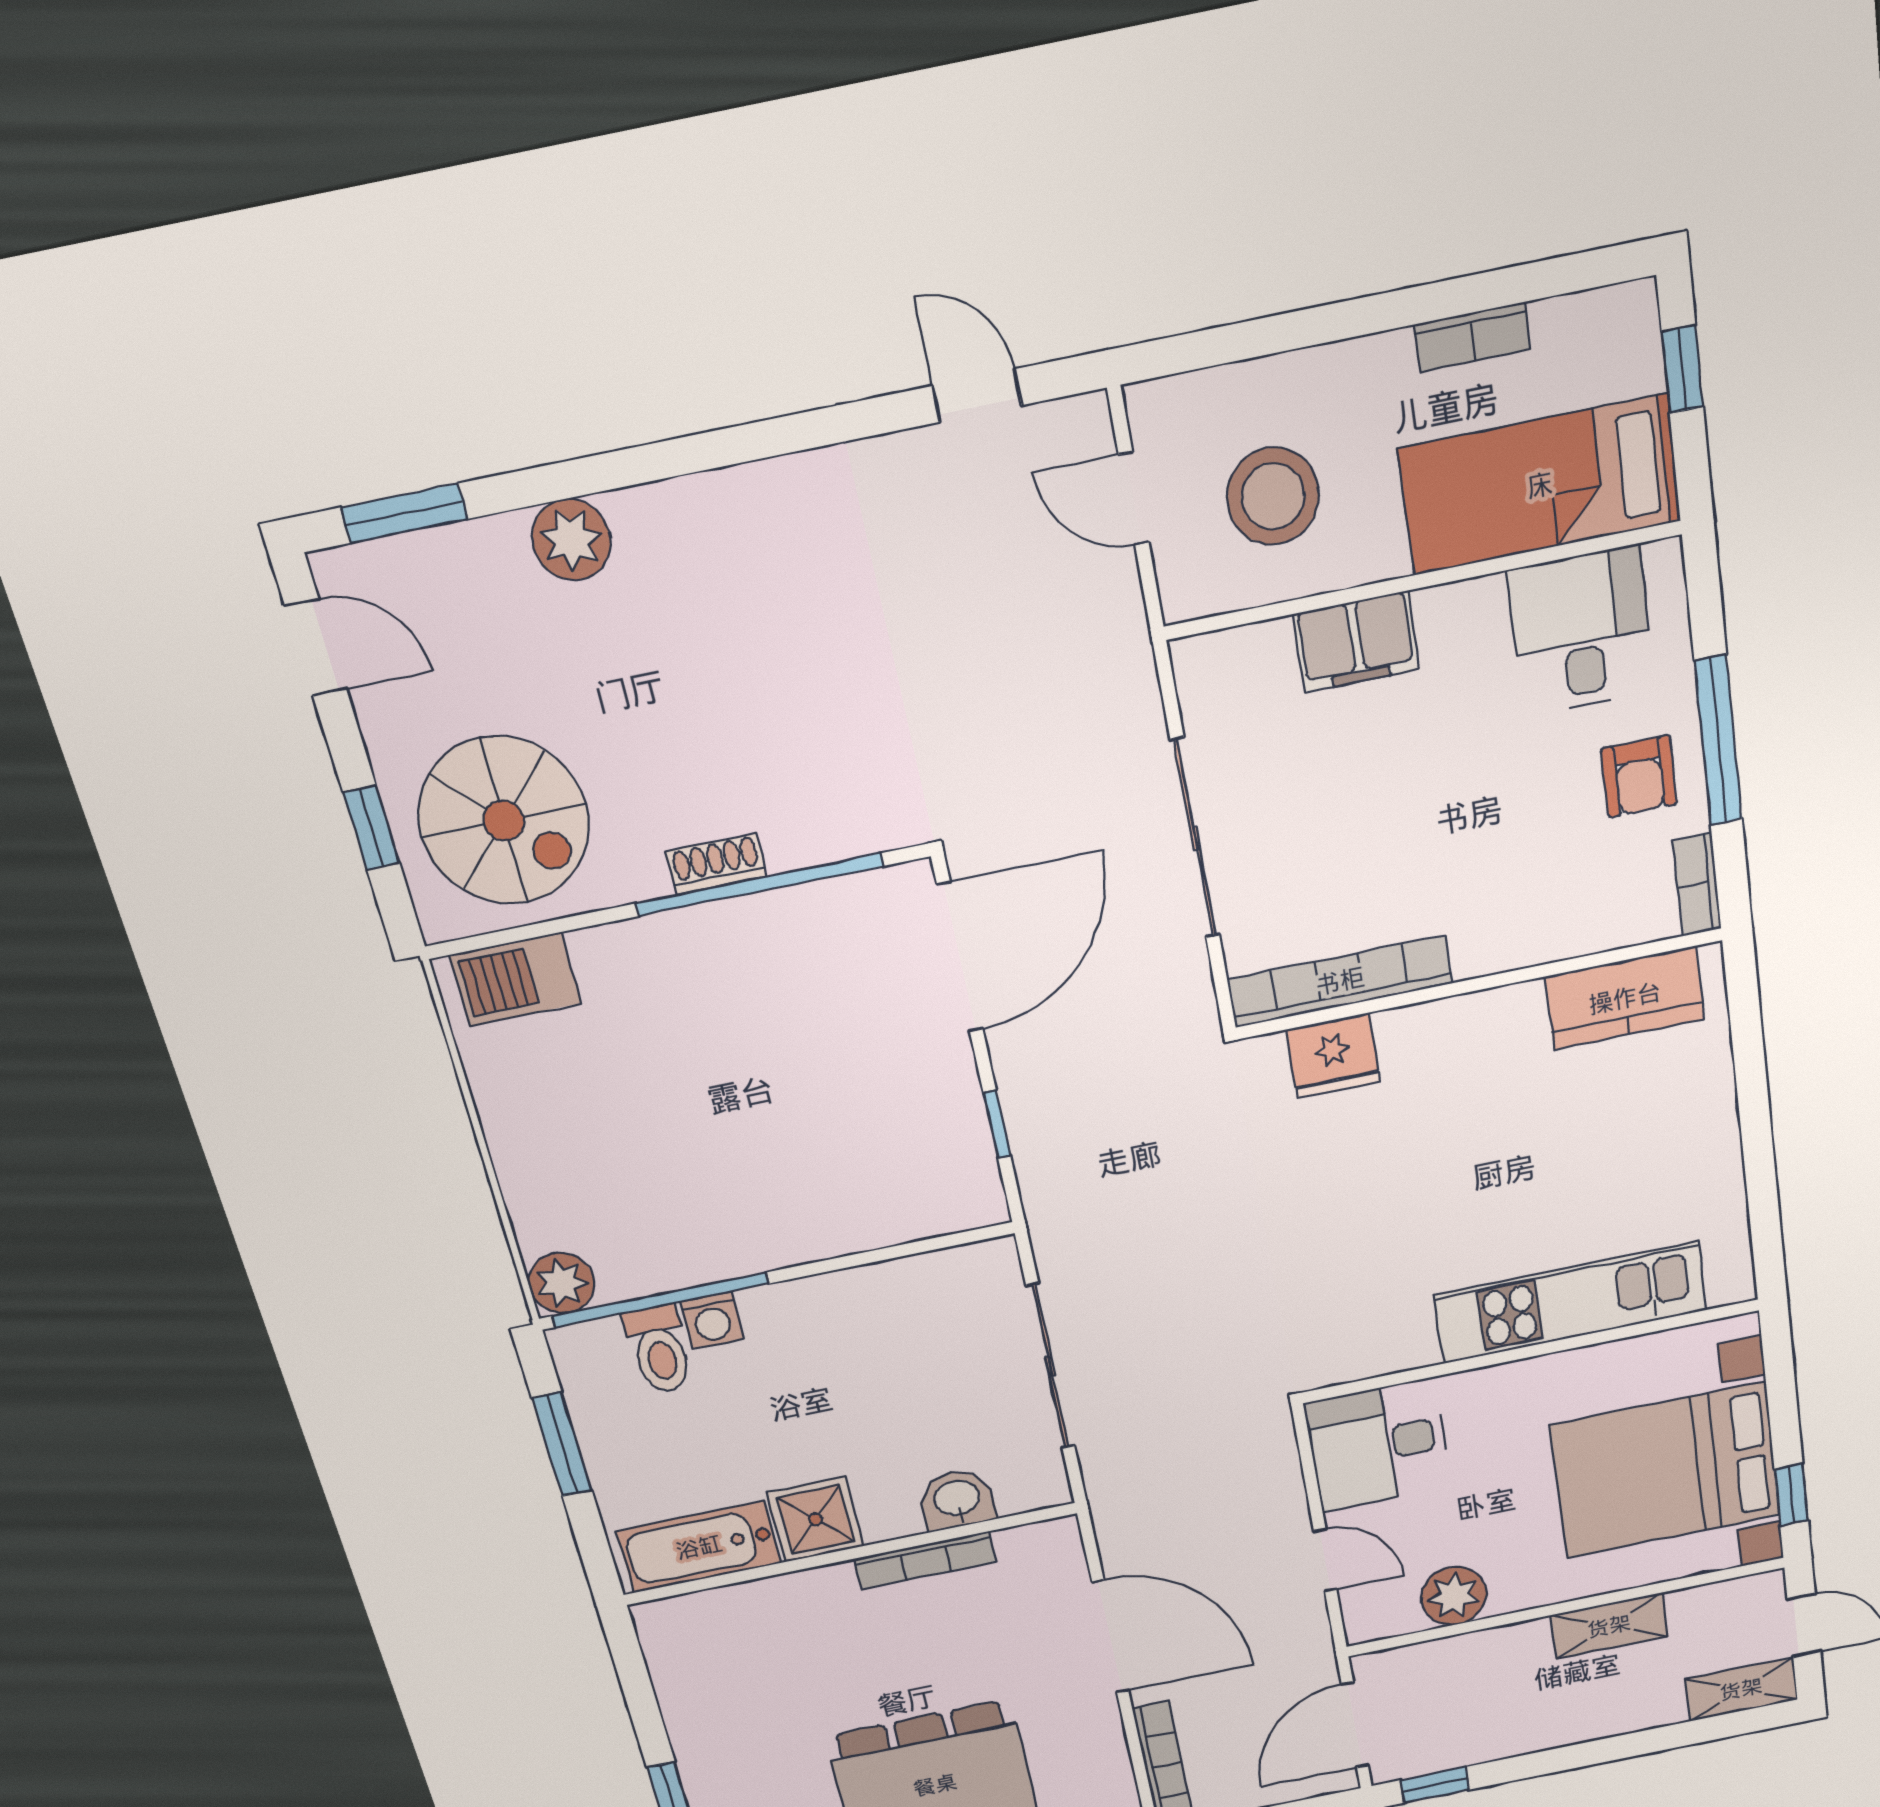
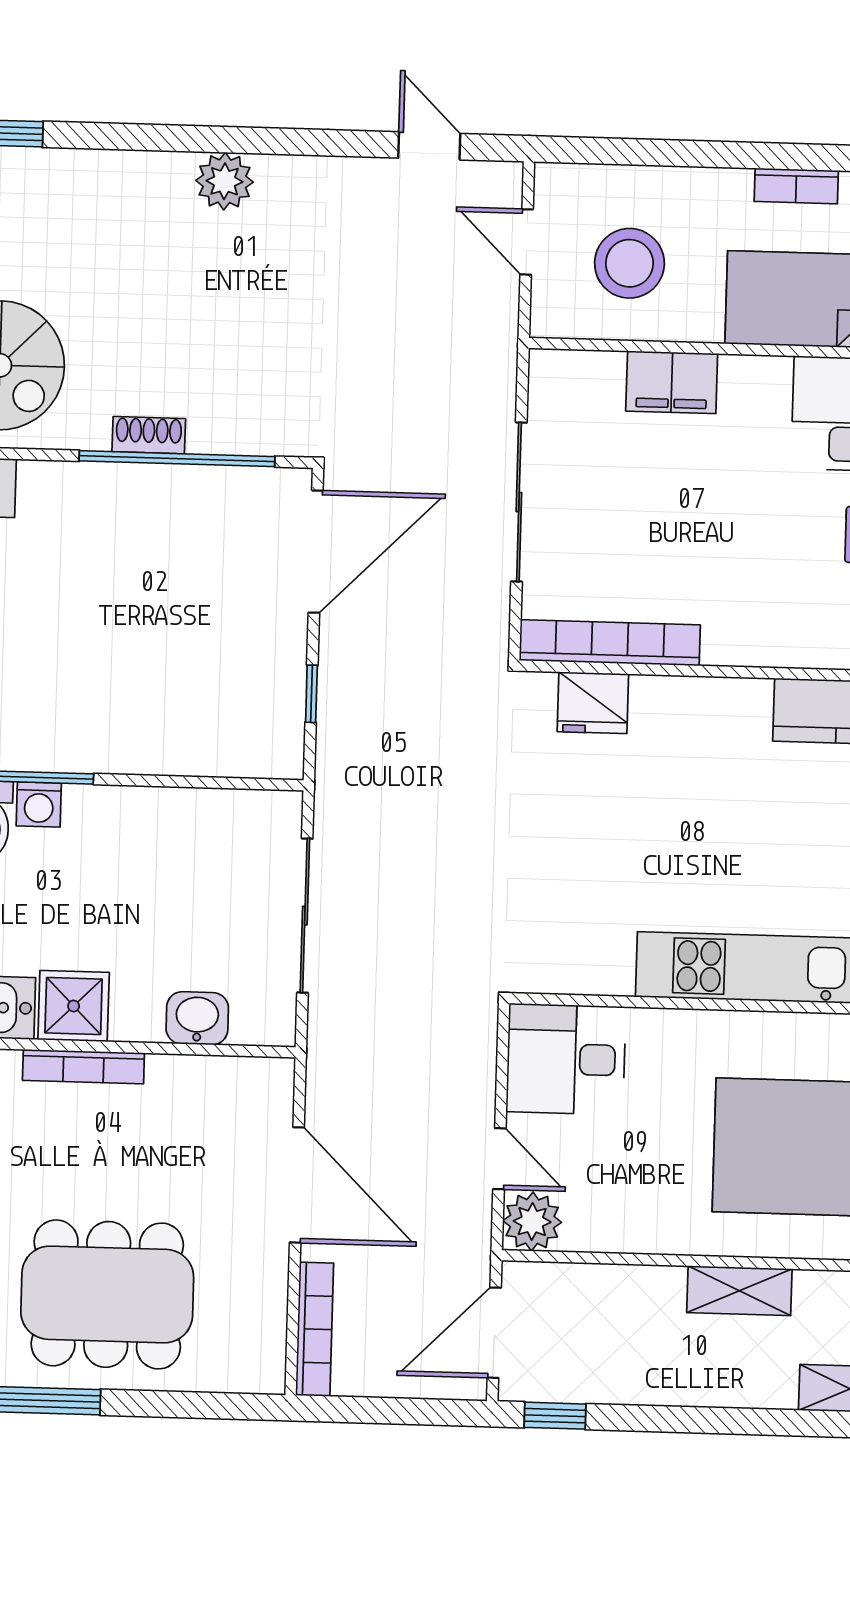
plant: (571, 540) -> (225, 181), moved
bookcase: (926, 1560) -> (83, 1067), moved
plant: (1454, 1596) -> (532, 1221), moved

